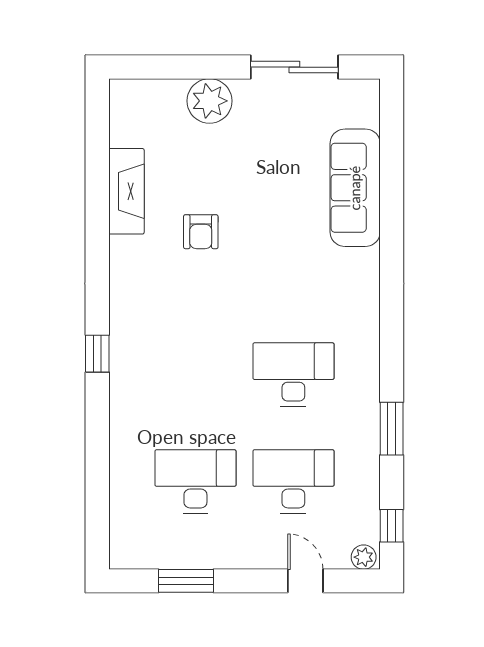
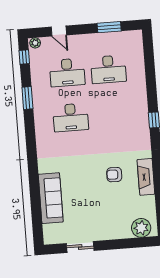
sliding door: (294, 67) -> (80, 247), width x0.73
plant: (209, 101) -> (141, 228), moved
fireplace: (126, 191) -> (146, 177), moved
armchair: (201, 232) -> (114, 175), turned -88

